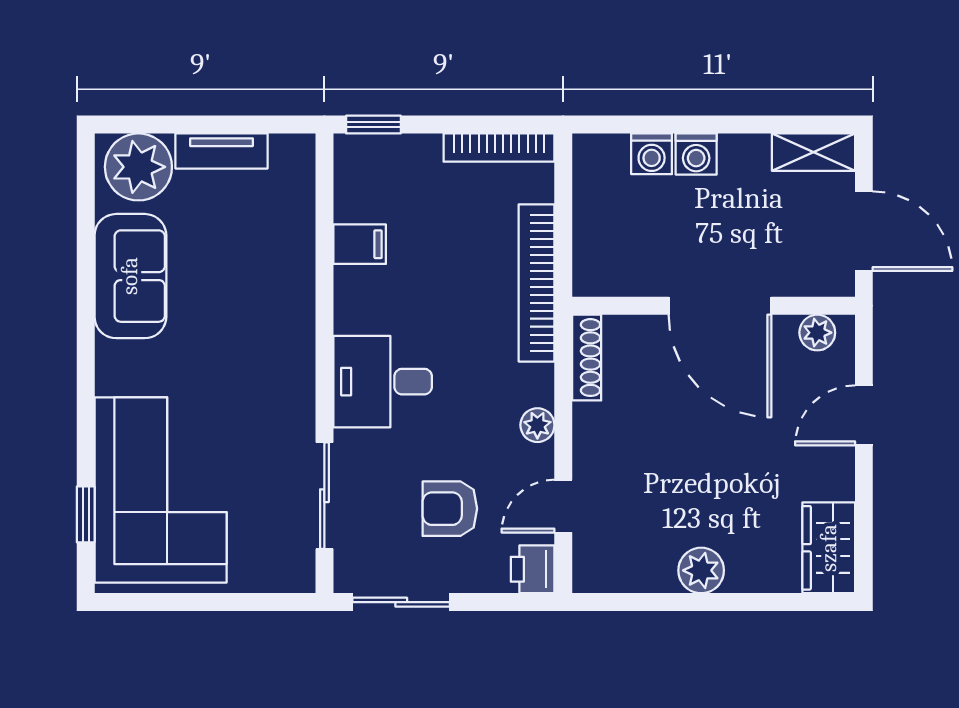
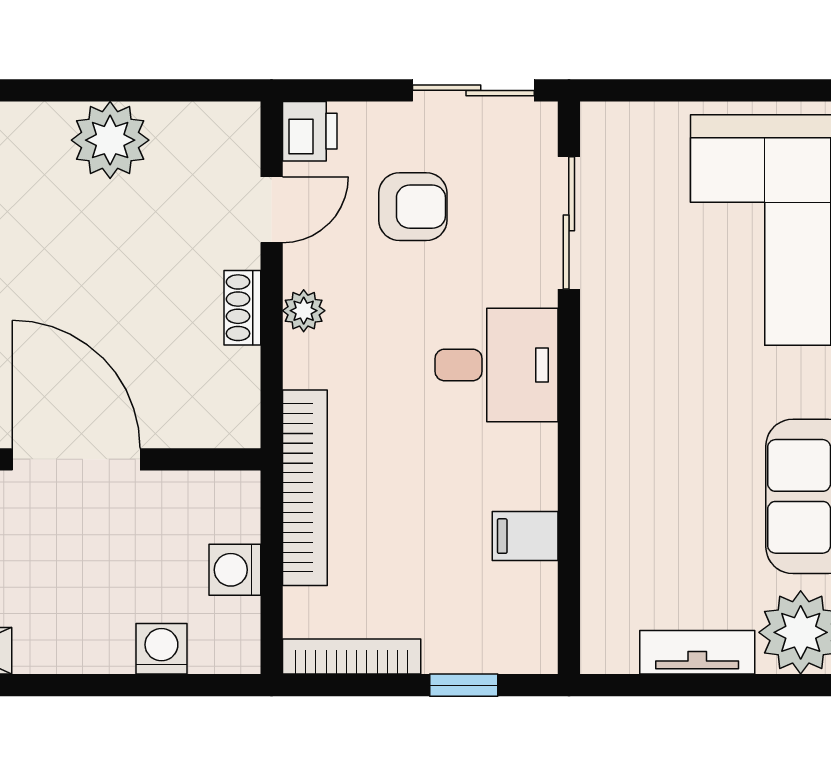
window: (373, 125) -> (464, 685), moved
washing machine: (696, 154) -> (235, 570), moved, turned -90
shoe rack: (587, 358) -> (242, 308), moved, width x0.70
plant: (701, 570) -> (110, 140), width x1.36, depth x1.36

